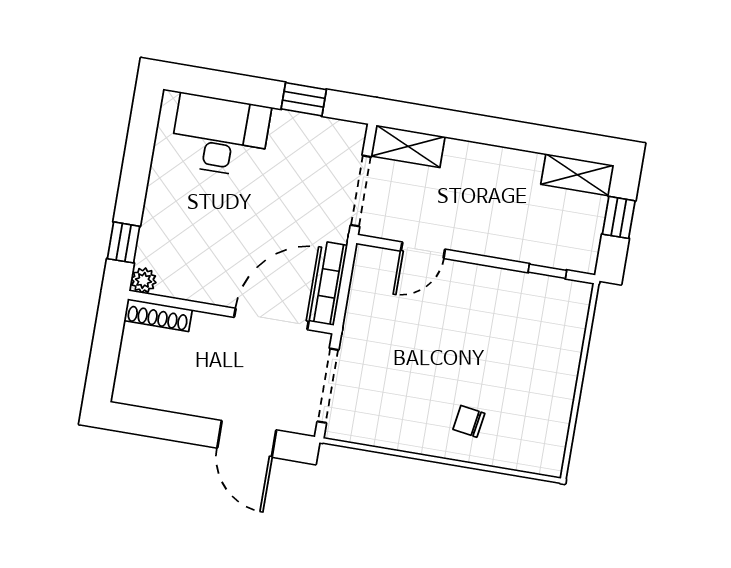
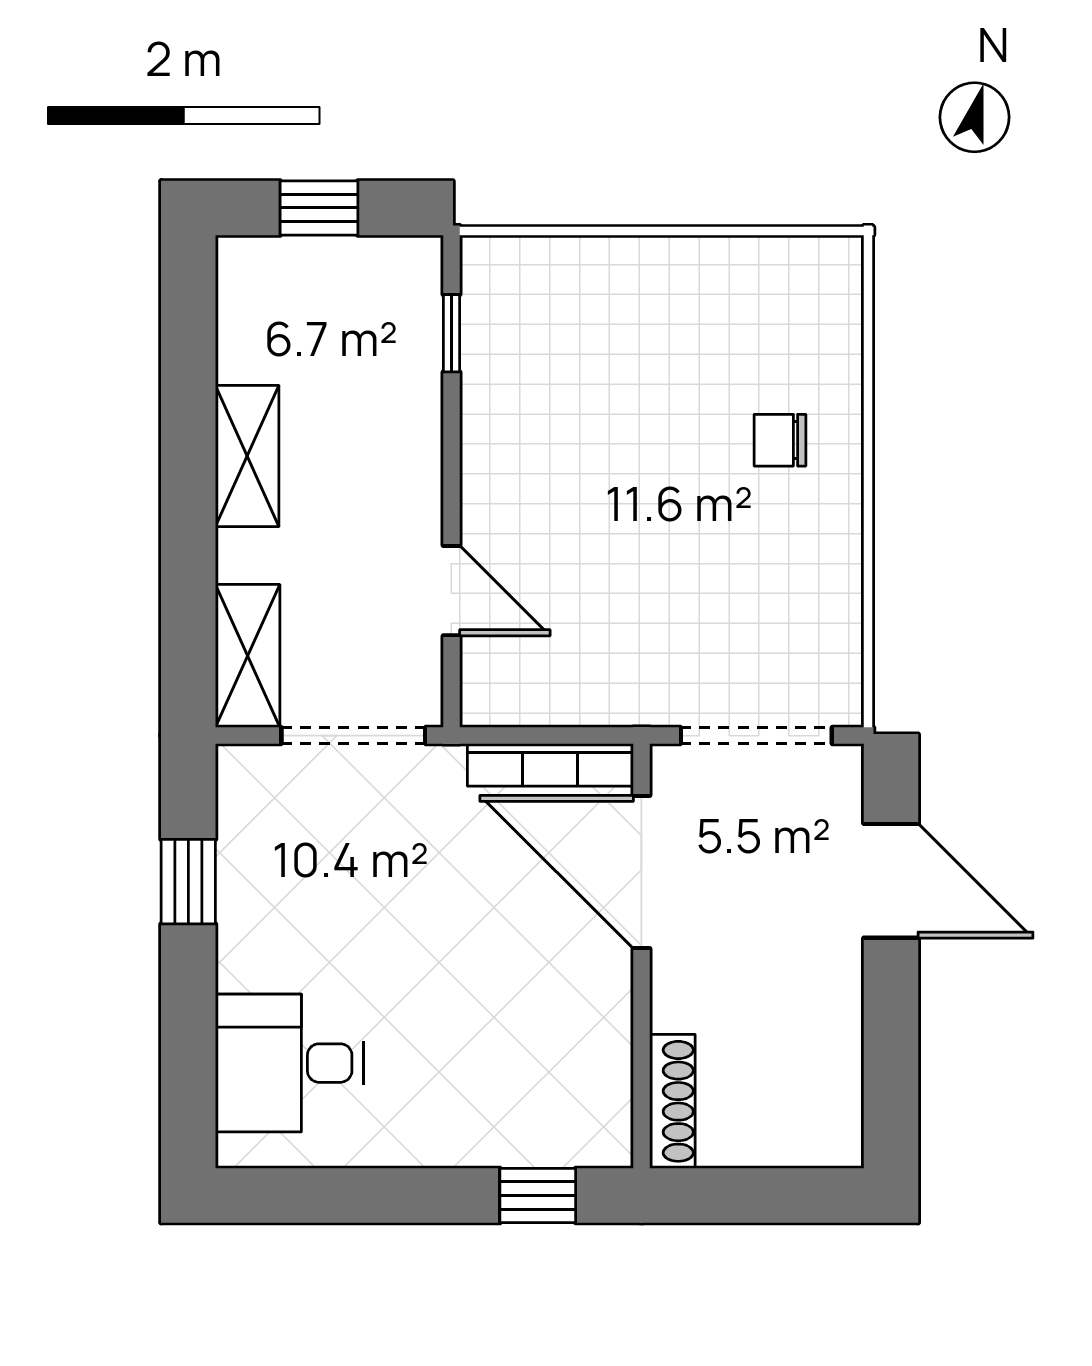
desk: (220, 135) -> (290, 1063), width x0.73
shelving: (577, 175) -> (247, 456), moved
plant: (144, 280) -> (607, 1142), removed
chair: (469, 421) -> (780, 440), turned 81
door: (247, 439) -> (891, 881), hinge flipped

